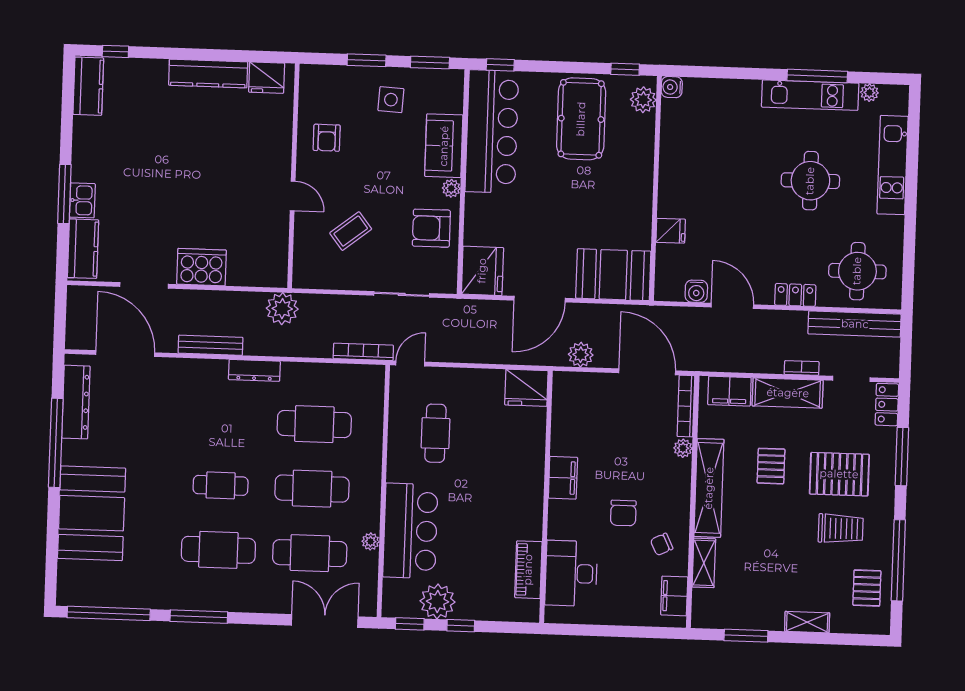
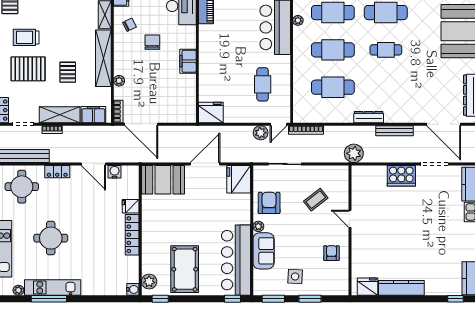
locker: (670, 182) -> (132, 235), added
armchair: (431, 228) -> (269, 203), turned -90
plant: (581, 355) -> (261, 133), moved
bookcase: (686, 406) -> (118, 112), width x0.64

